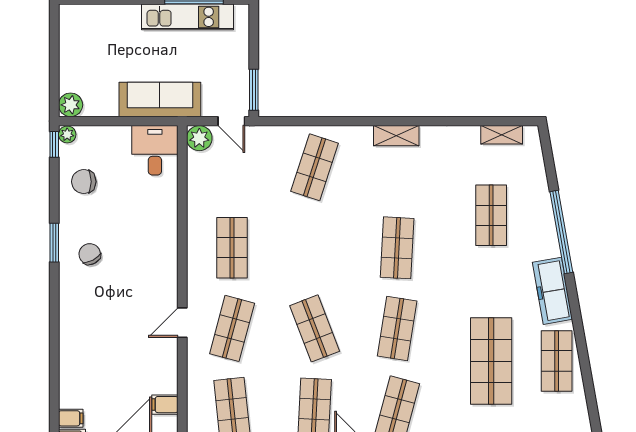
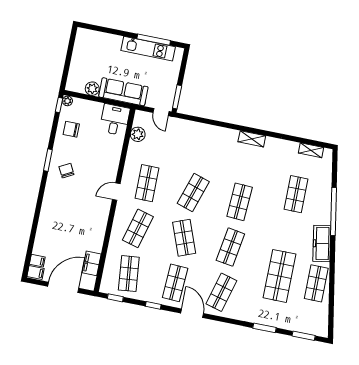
plant: (71, 105) -> (92, 89), moved
plant: (199, 138) -> (138, 134), moved
shop shelf: (315, 167) -> (193, 192), moved
door: (182, 323) -> (116, 192), moved
filing cabinet: (165, 405) -> (92, 263), width x2.00

